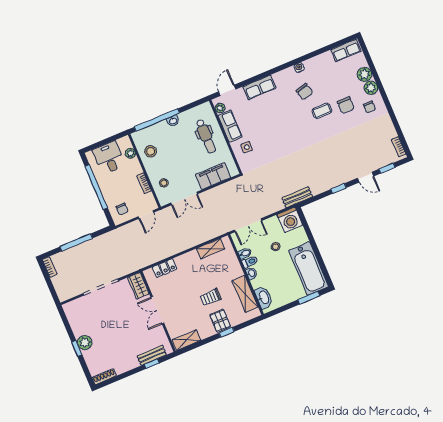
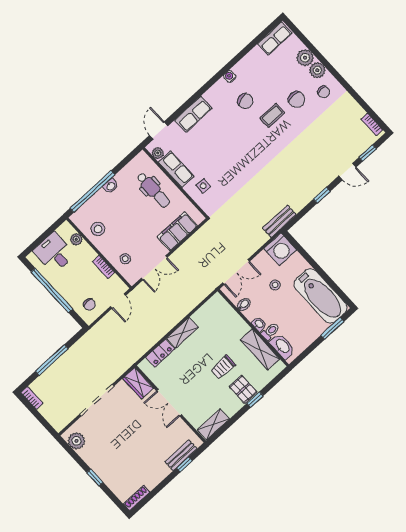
shelving: (211, 249) -> (183, 333), moved
toilet: (250, 262) -> (270, 331), moved
plant: (85, 343) -> (76, 441), moved

